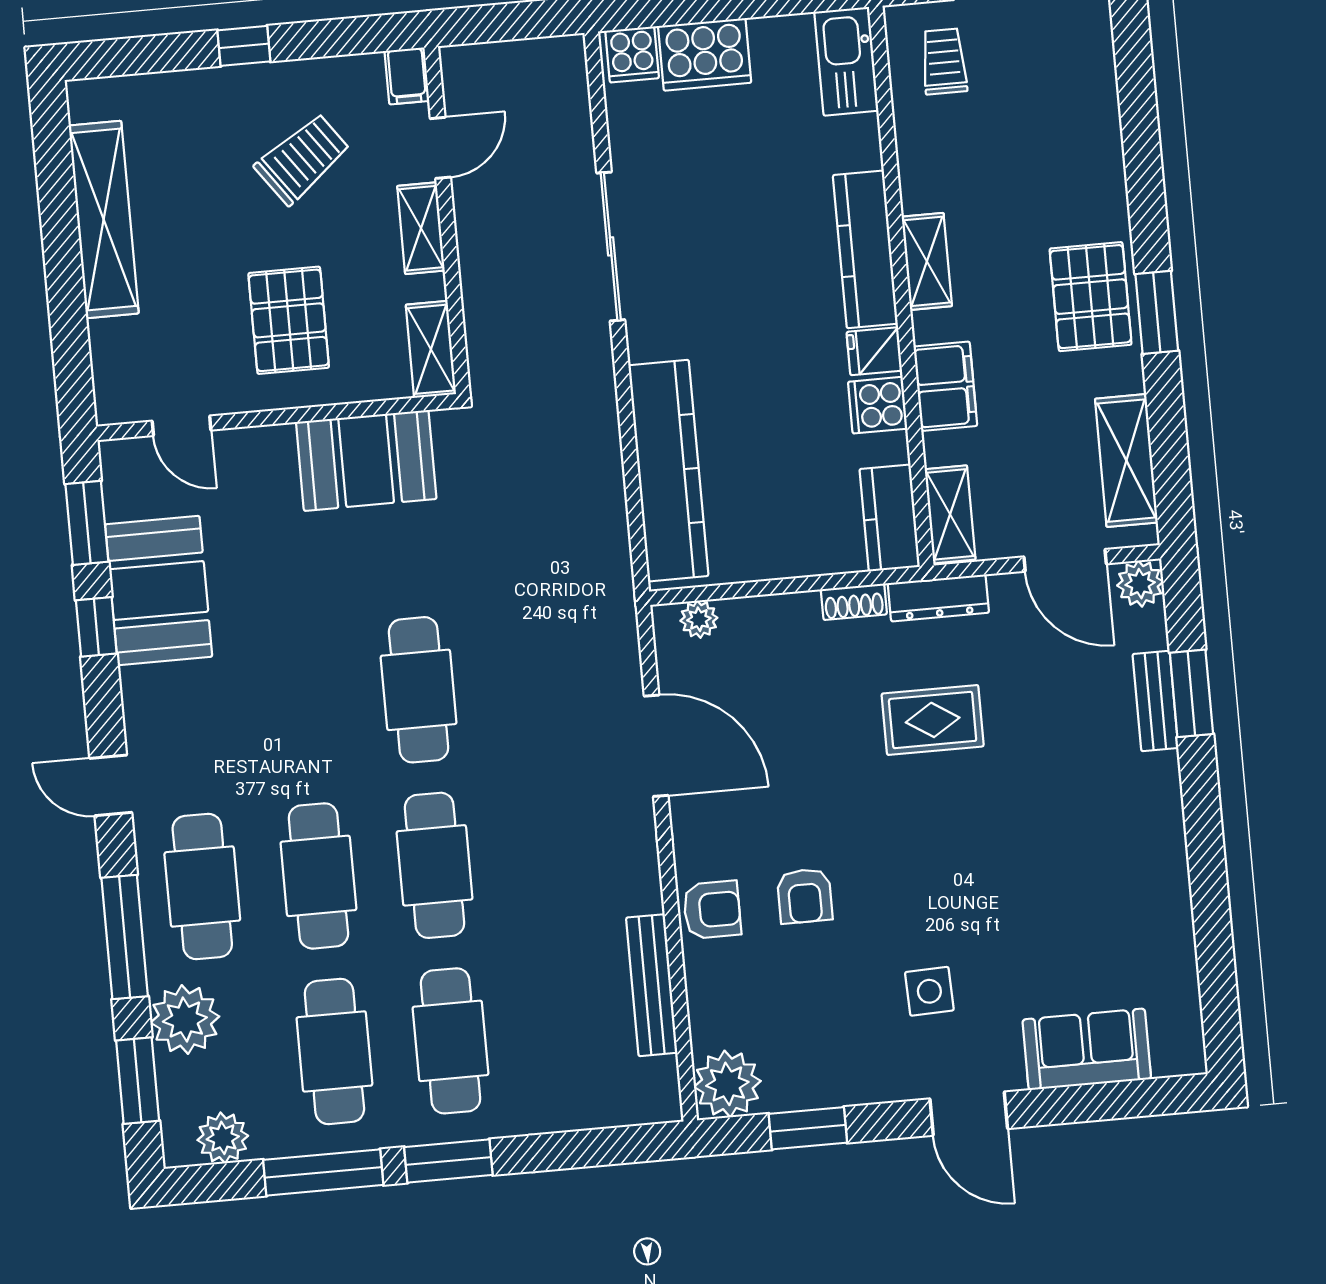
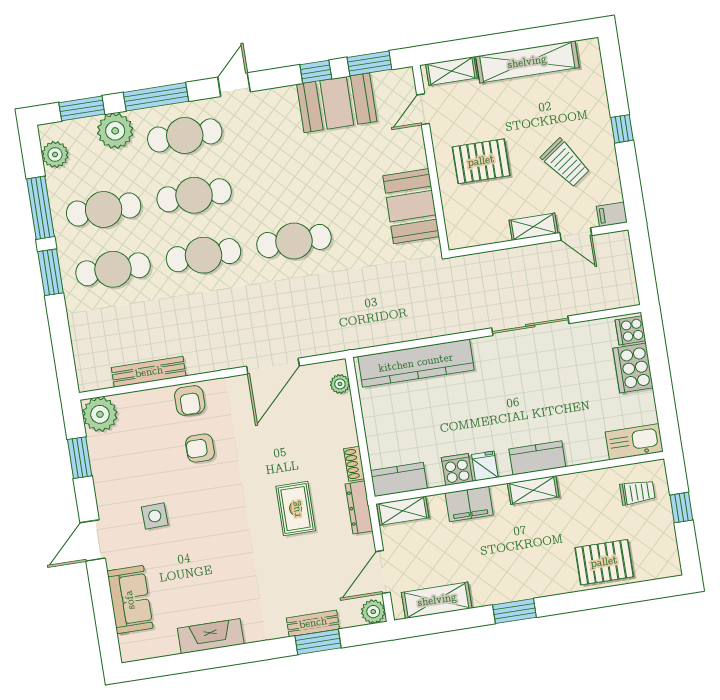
kitchen counter: (865, 249) -> (537, 458), width x0.67
pallet: (1091, 297) -> (604, 562), moved
shelving: (431, 349) -> (451, 71), moved
fireplace: (1167, 899) -> (211, 636), added

